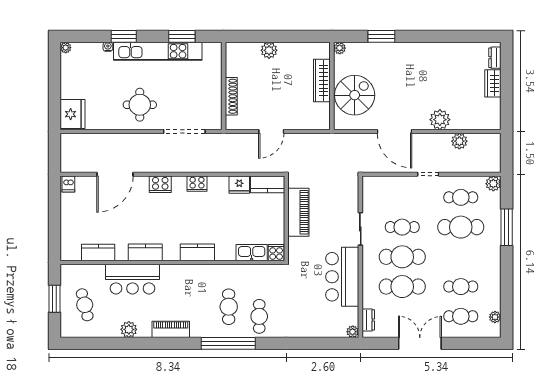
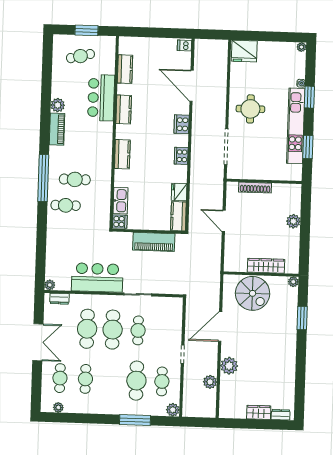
plant: (129, 329) -> (58, 105), moved

